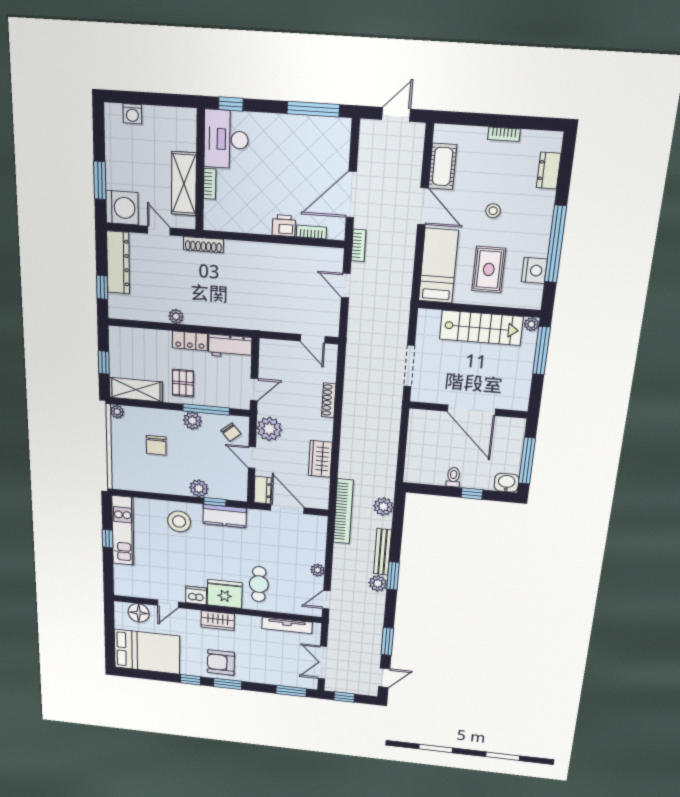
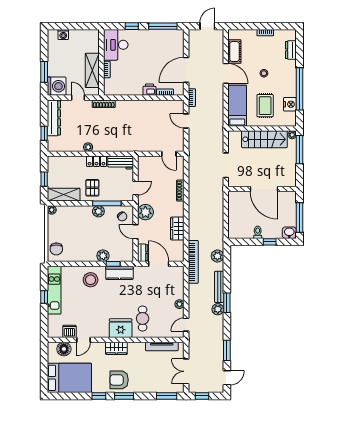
window: (231, 104) -> (132, 26), moved
chair: (156, 445) -> (56, 249), moved
dishwasher: (196, 595) -> (69, 331), moved

